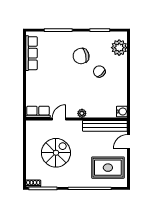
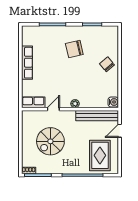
plant: (119, 48) -> (111, 41), removed
row of seats: (32, 53) -> (27, 63), moved
chair: (99, 72) -> (107, 64), moved
spiral stairs: (56, 153) -> (50, 141), turned 180
rug: (108, 168) -> (100, 155), turned 90

